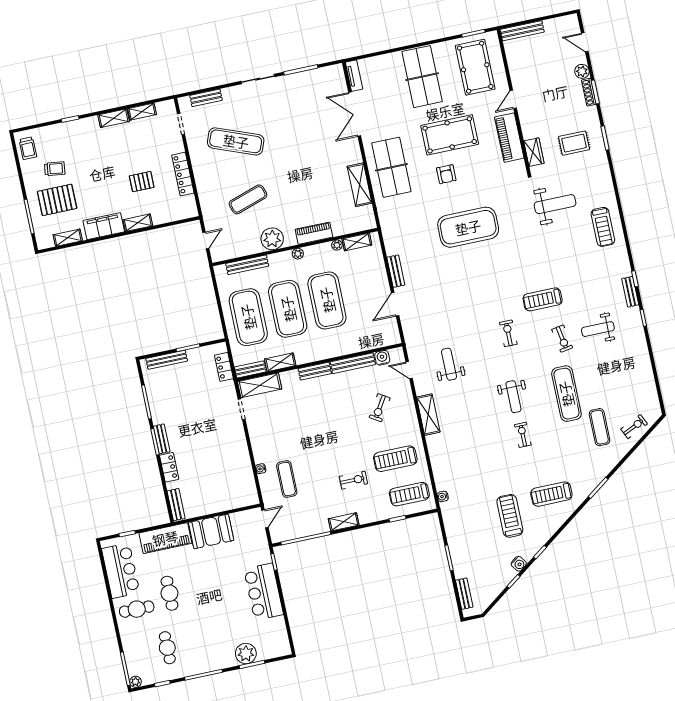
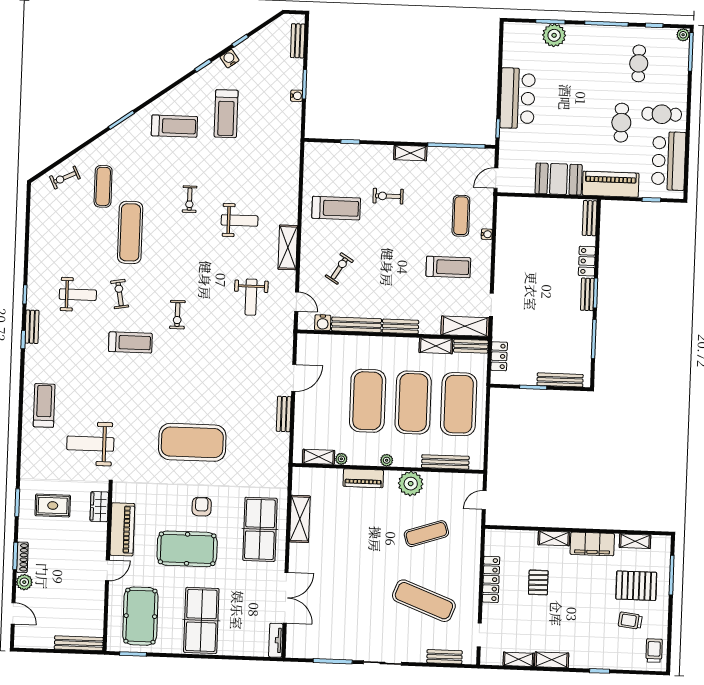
pallet: (142, 182) -> (538, 582), turned 90
weight bench: (513, 397) -> (240, 220), moved, turned 90
treadmill: (409, 494) -> (448, 267), moved
water cooler: (443, 496) -> (296, 96), moved

